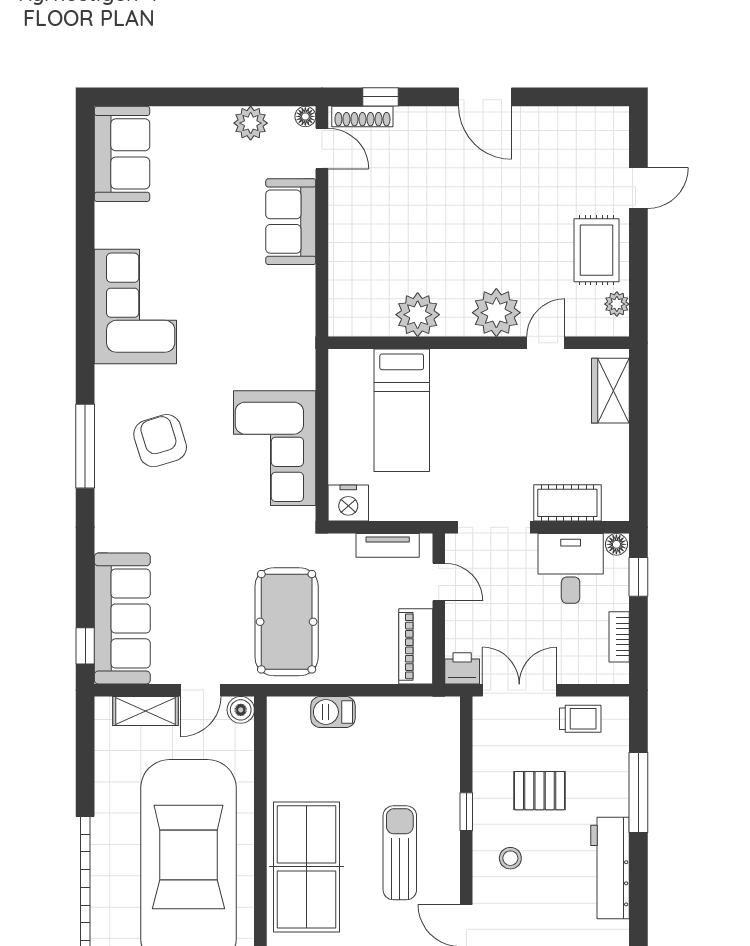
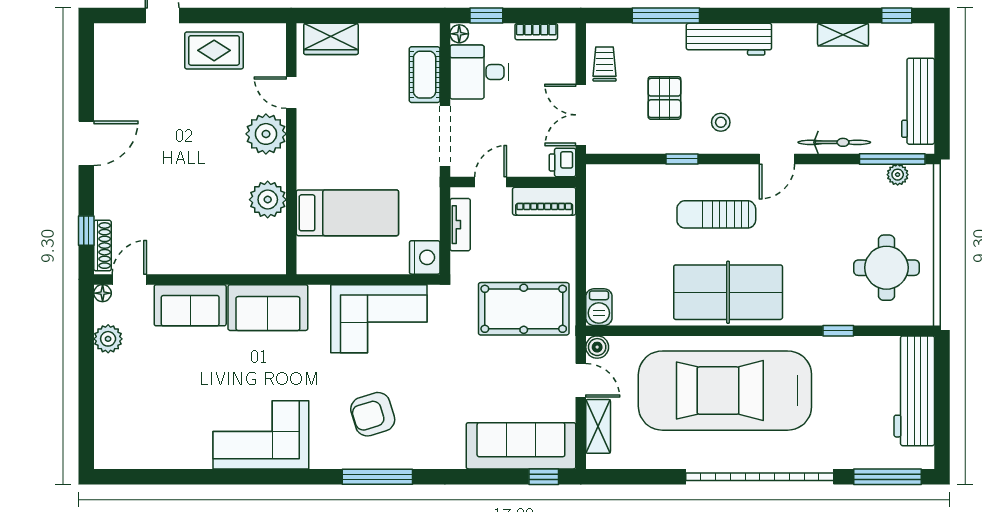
sofa: (122, 154) -> (268, 308), moved, turned 180
plant: (617, 304) -> (259, 34), removed
barbecue: (333, 712) -> (599, 307), moved

